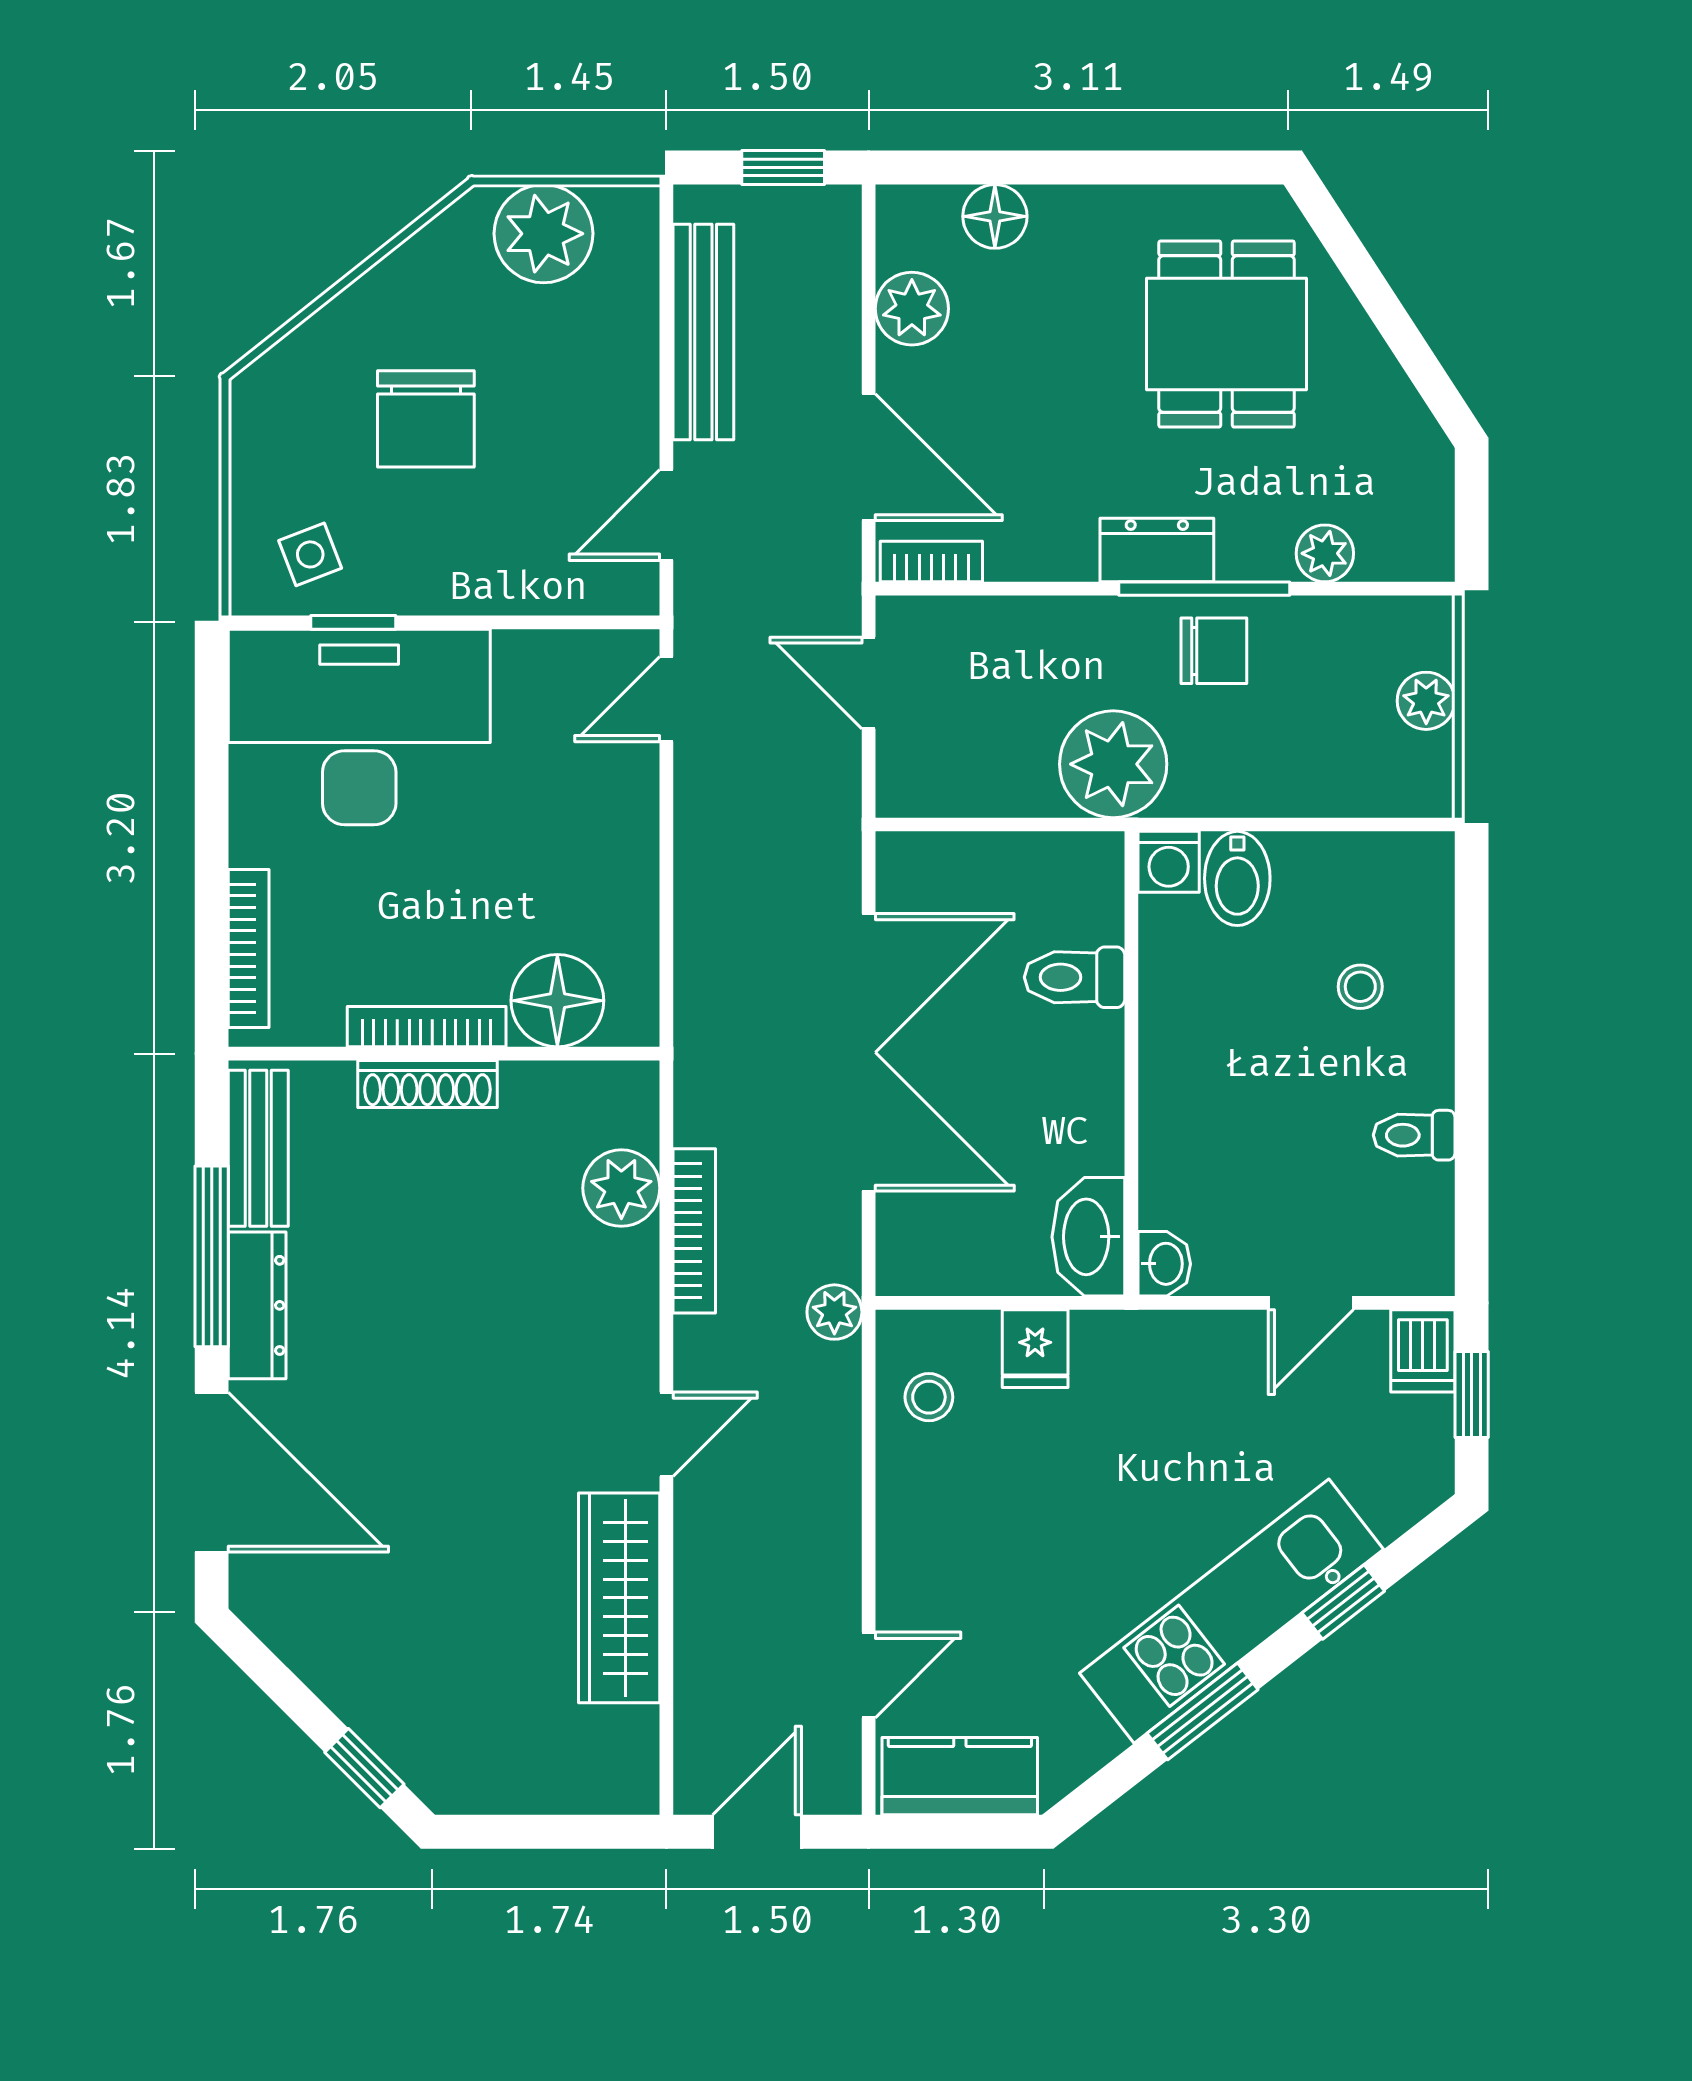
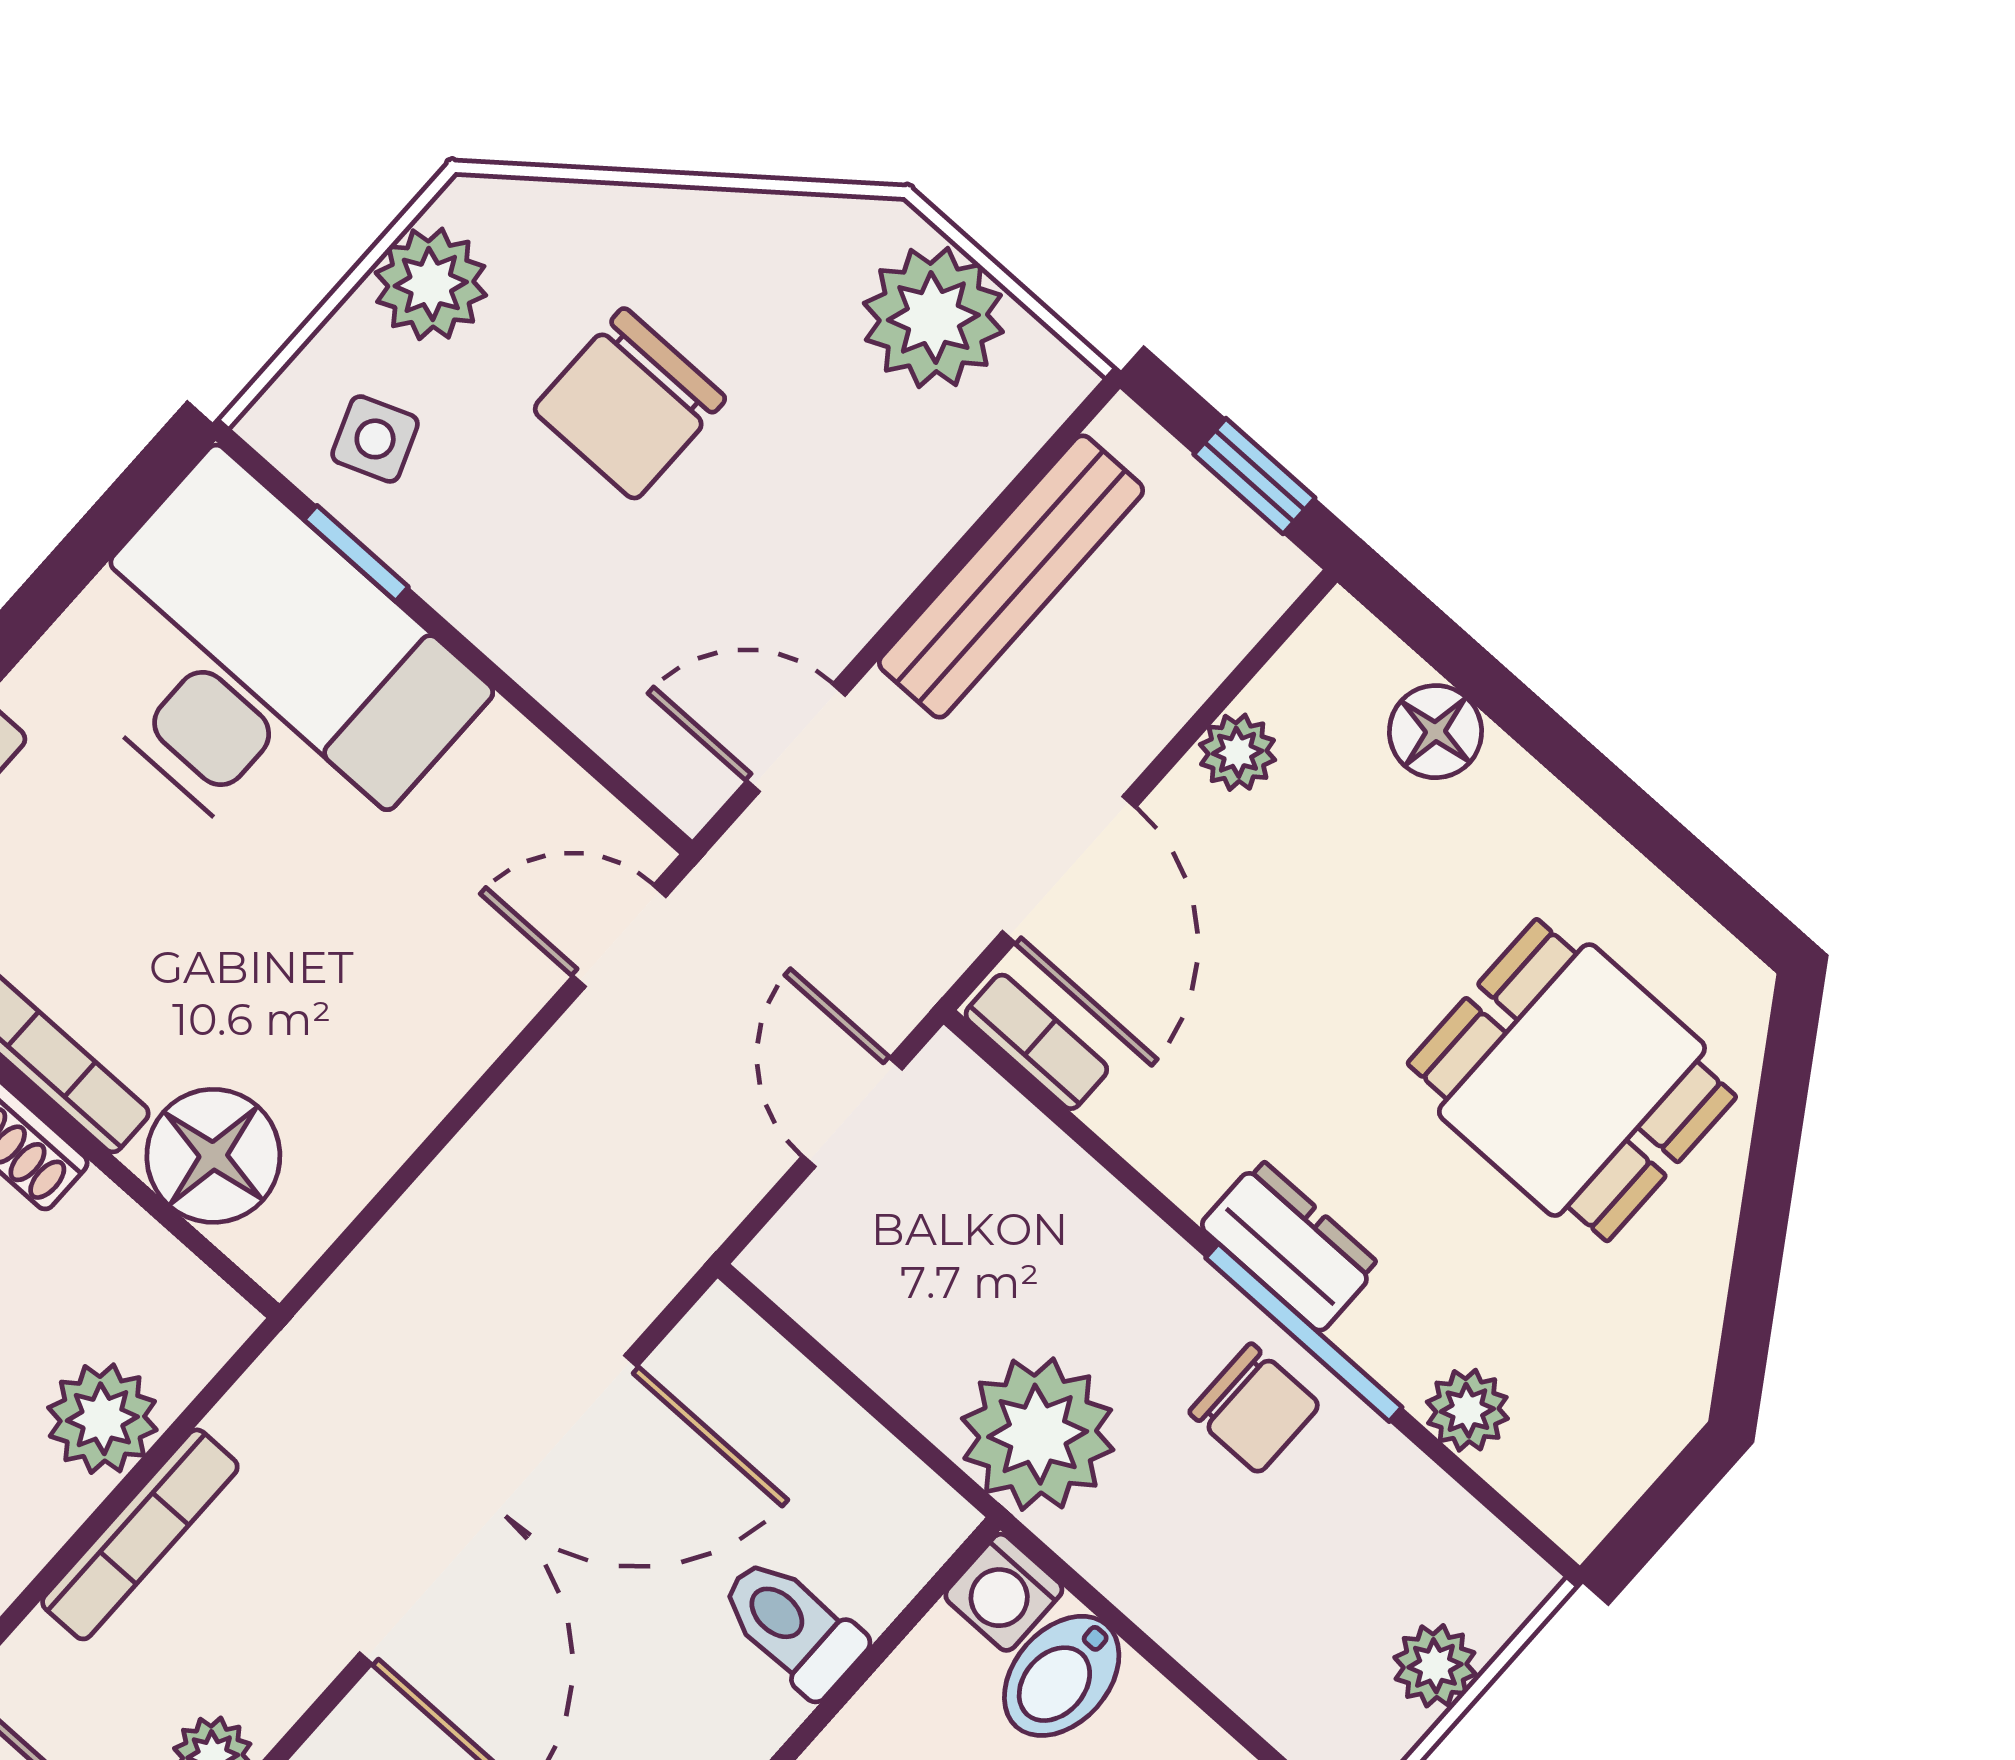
plant: (912, 309) -> (1237, 752), width x0.73, depth x0.73
dining table: (1227, 334) -> (1572, 1080), turned 90
plant: (268, 448) -> (431, 284), added

